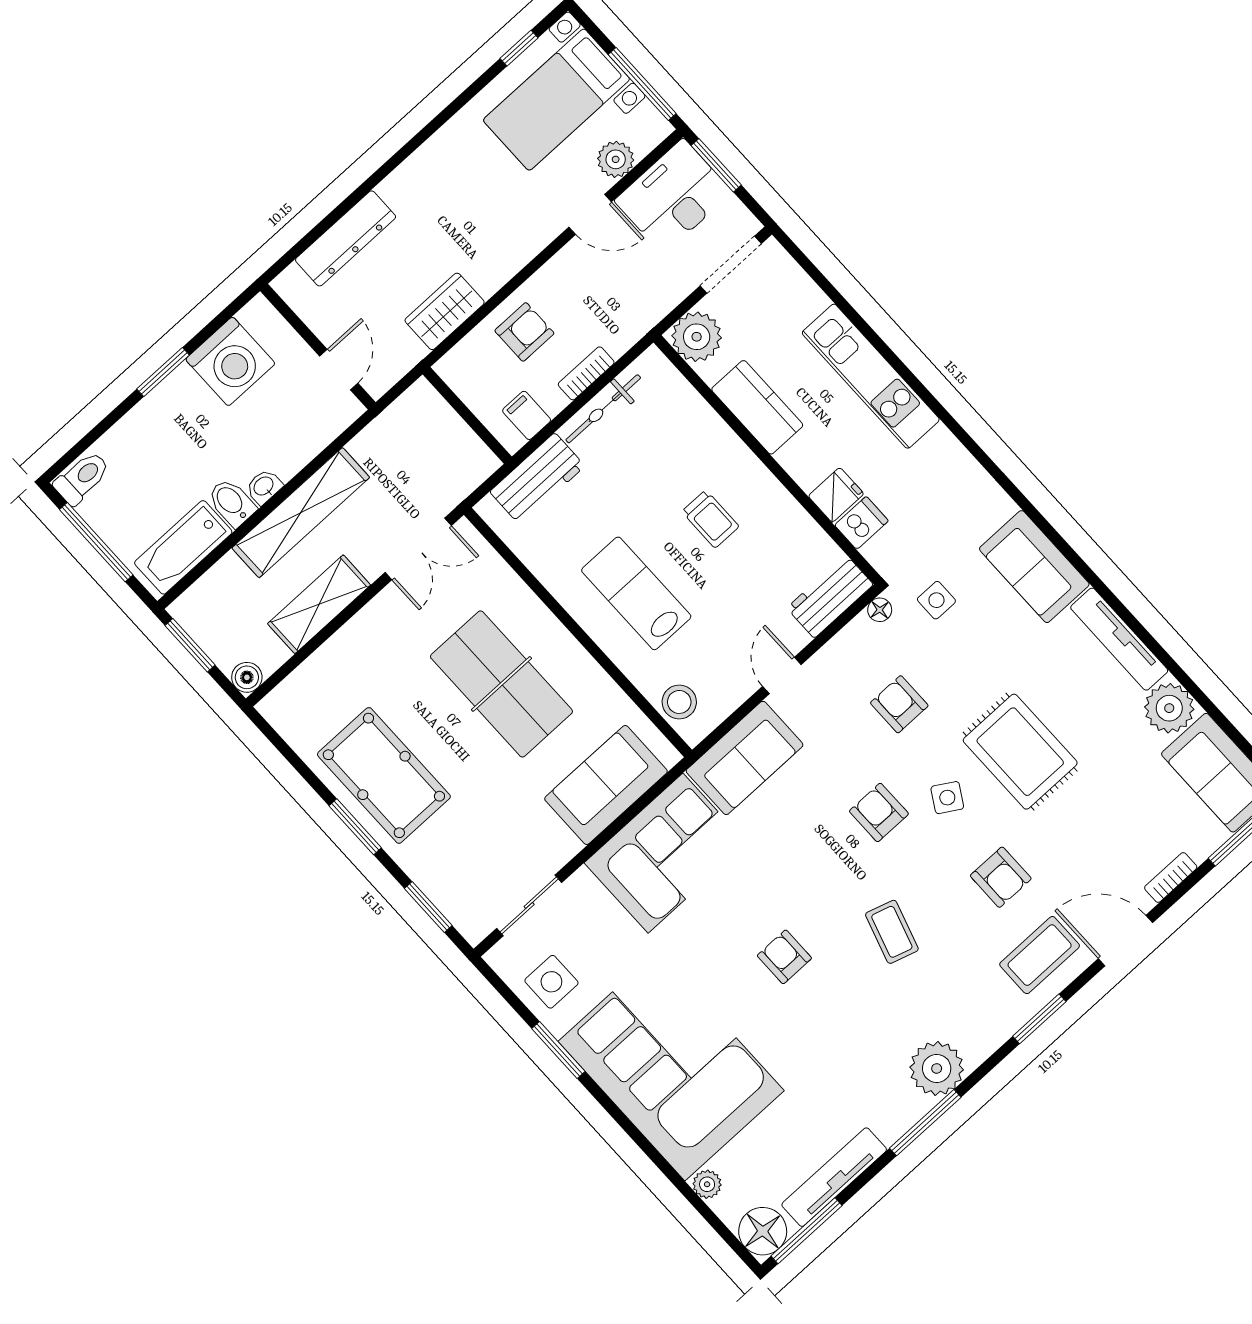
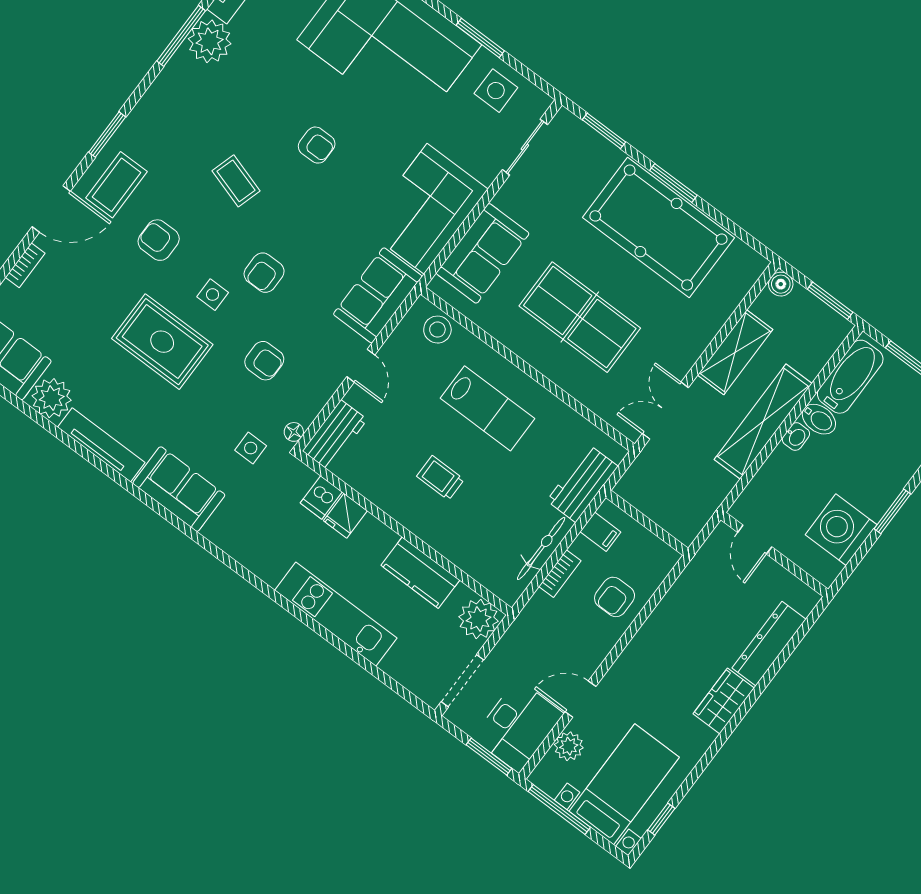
wardrobe: (445, 311) -> (724, 701), moved, turned 180
pool table: (384, 775) -> (658, 228), width x1.36, depth x1.32
side table: (947, 798) -> (213, 295), turned -31
armchair: (879, 812) -> (264, 273), turned 90
plant: (937, 1068) -> (210, 41), moved

